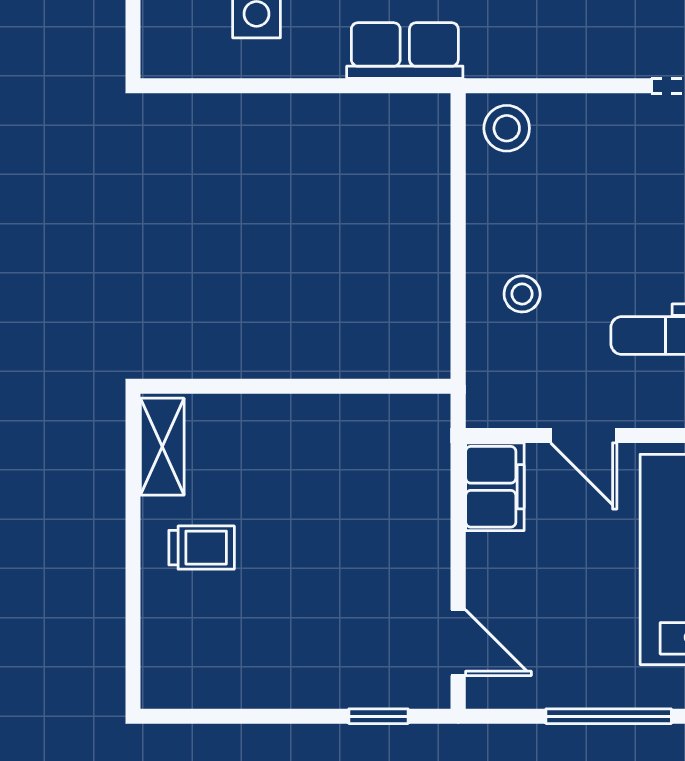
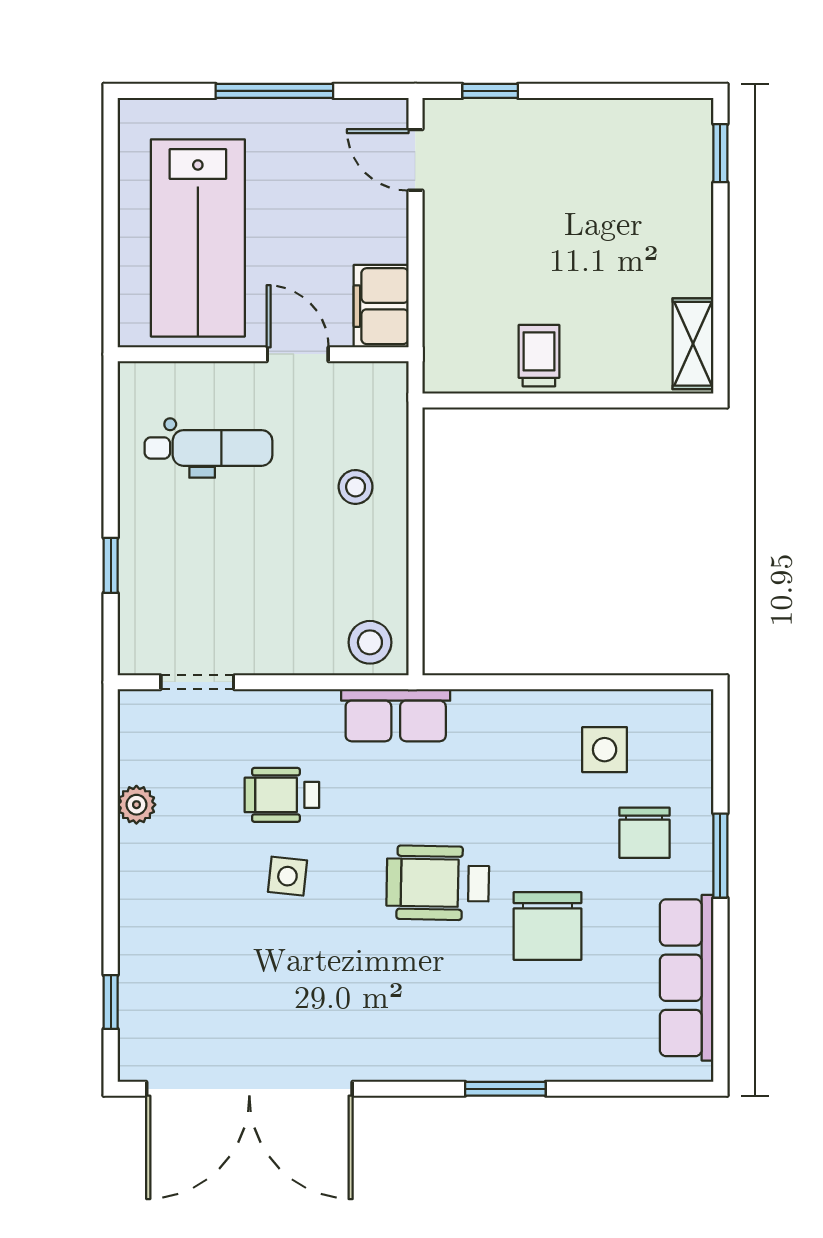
row of seats: (405, 51) -> (396, 715), moved
trolley: (202, 548) -> (539, 356), moved, turned 90
window: (133, 650) -> (720, 153), added

